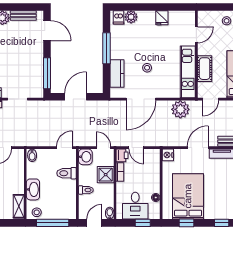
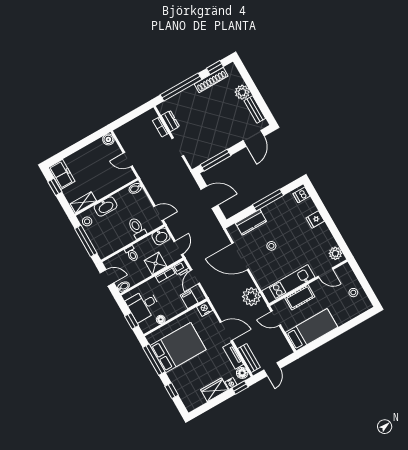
plant: (131, 17) -> (335, 253), moved
fridge: (162, 18) -> (315, 220), moved
filing cabinet: (152, 164) -> (189, 299), added
window: (186, 223) -> (154, 360), width x2.17

